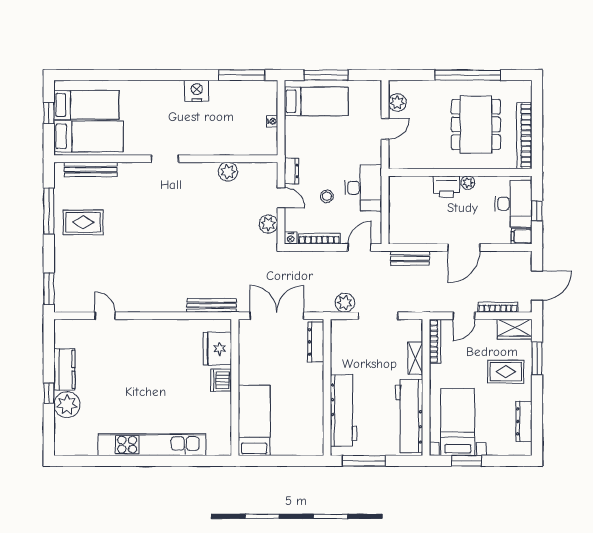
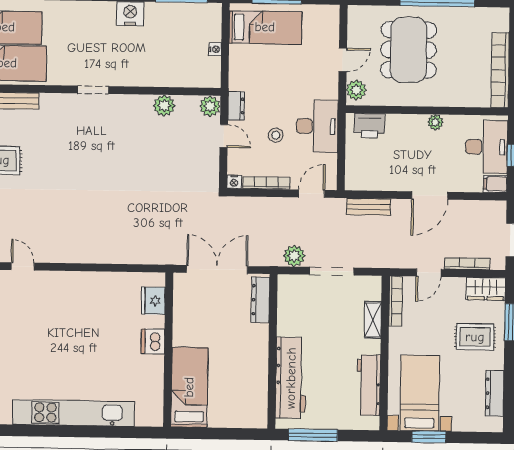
plant: (397, 102) -> (356, 90), moved
dining table: (476, 125) -> (409, 50), moved
printer: (447, 187) -> (369, 126), moved
plant: (268, 224) -> (210, 106), moved
bench: (212, 305) -> (143, 257), removed
fridge: (217, 349) -> (153, 301), width x0.73, depth x0.75
workbench: (409, 416) -> (369, 385), width x0.73, depth x0.76

